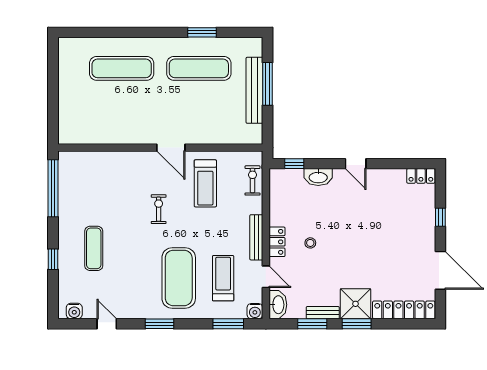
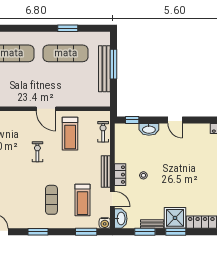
exercise mat: (179, 278) -> (51, 200), width x0.50, depth x0.69
treadmill: (223, 278) -> (82, 200), turned 180

